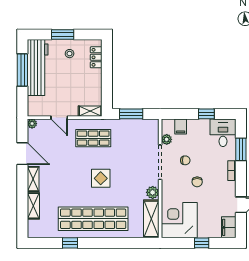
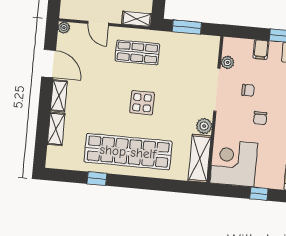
filing cabinet: (181, 127) -> (261, 50), moved

